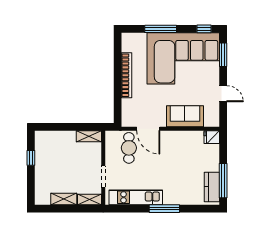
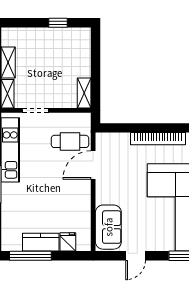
sofa: (185, 116) -> (108, 227), moved
fridge: (212, 137) -> (68, 242), moved
kitchen counter: (212, 187) -> (41, 242), moved

